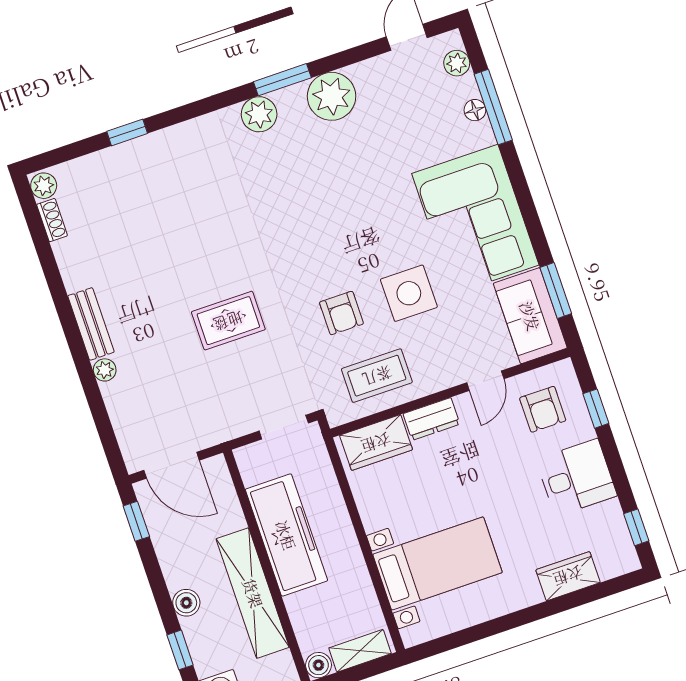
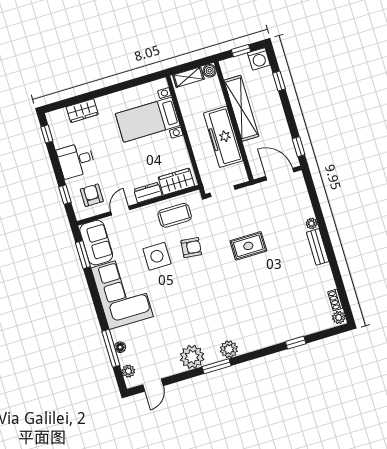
armchair: (341, 313) -> (191, 248), turned 96
boiler: (186, 603) -> (275, 105), removed

